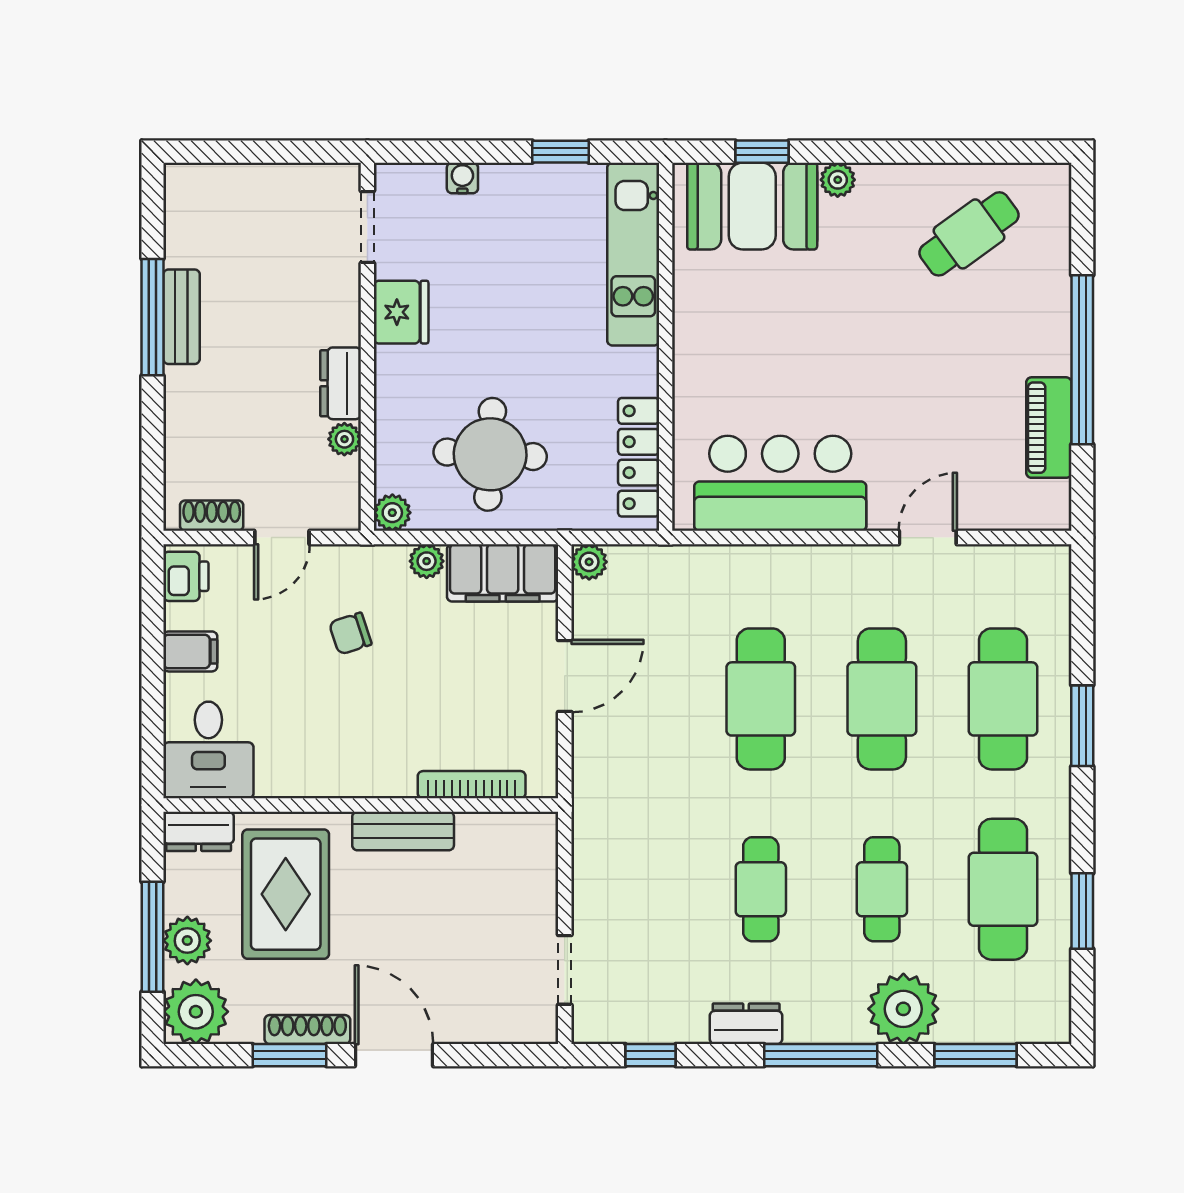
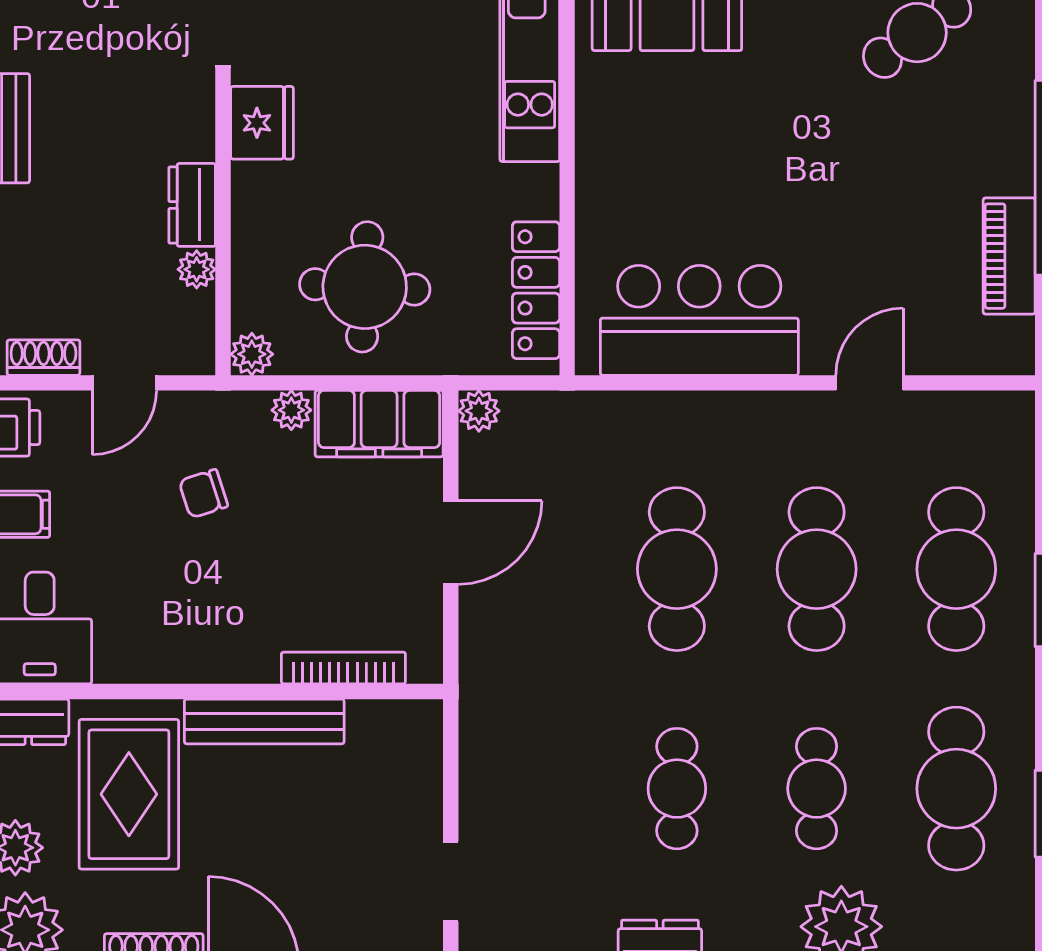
bench: (403, 831) -> (264, 721), width x1.36

